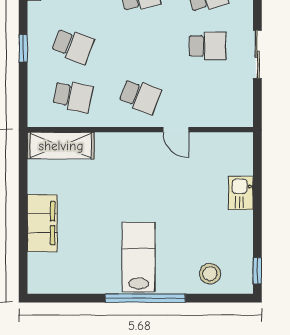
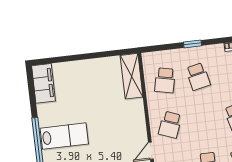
school desk: (73, 46) -> (198, 76), turned -33
filing cabinet: (42, 223) -> (43, 83), moved, turned -90

